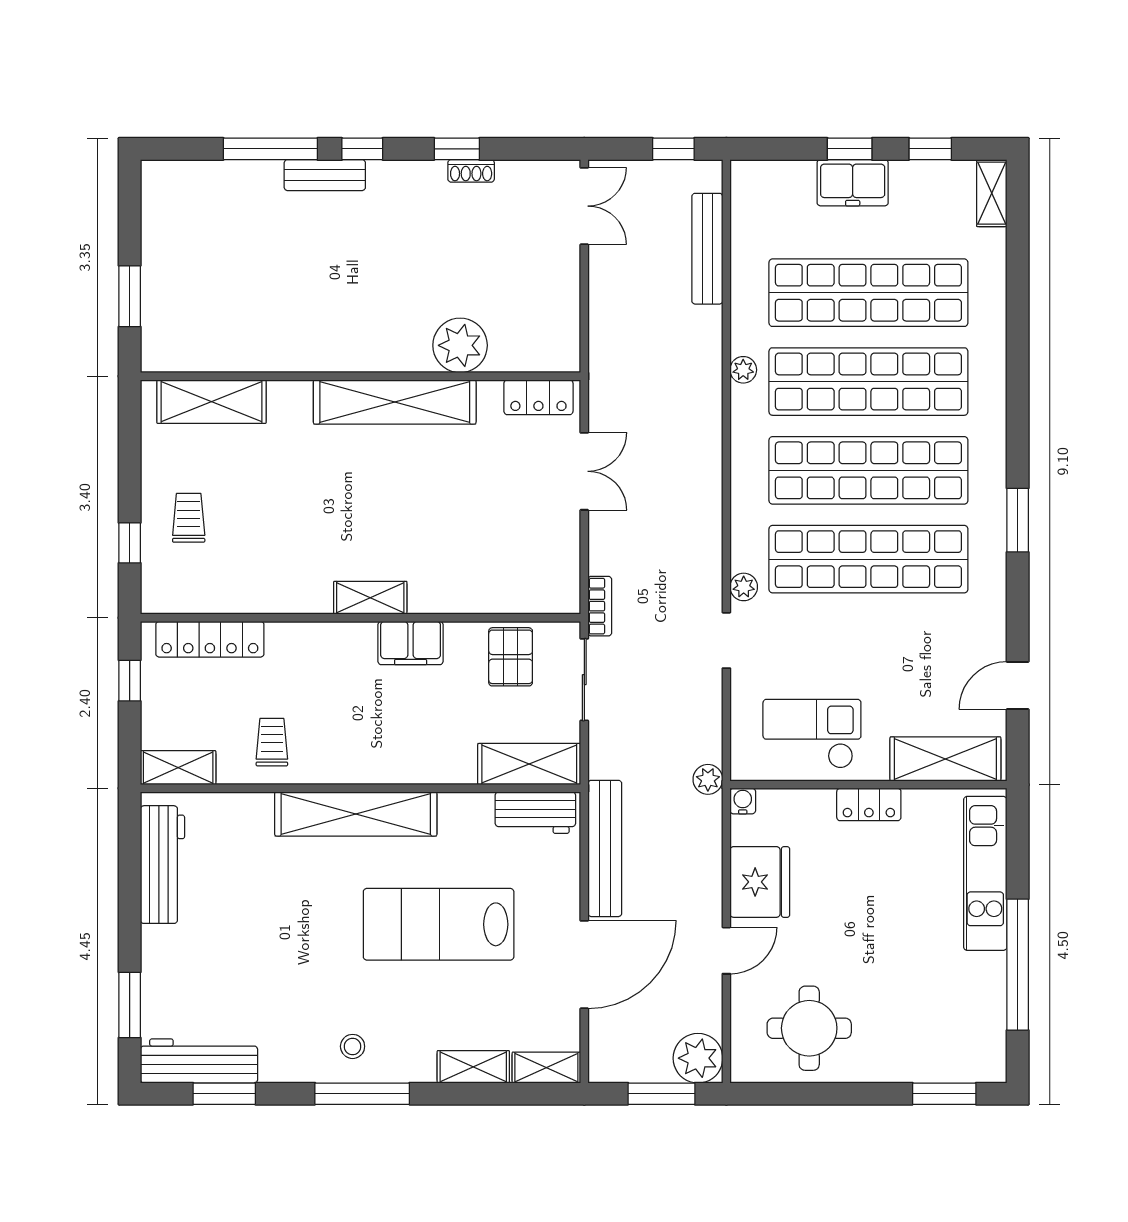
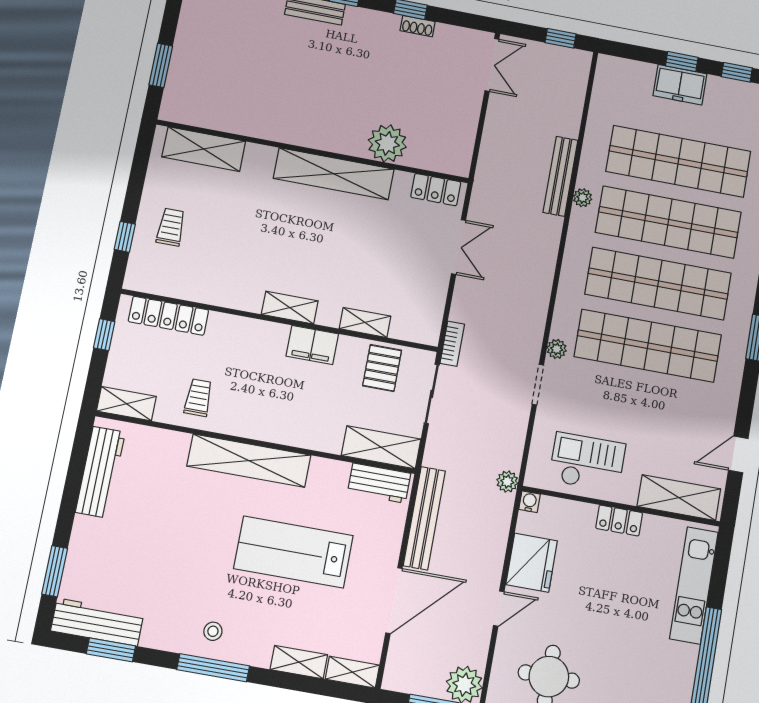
bench: (707, 249) -> (560, 176), moved
shelving: (476, 599) -> (365, 322), added

